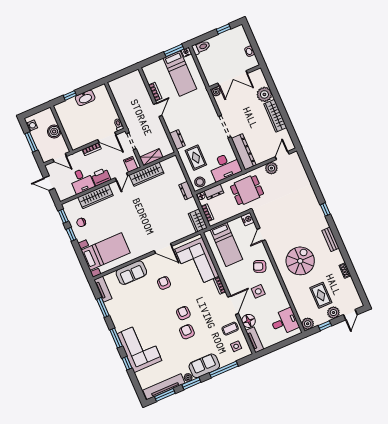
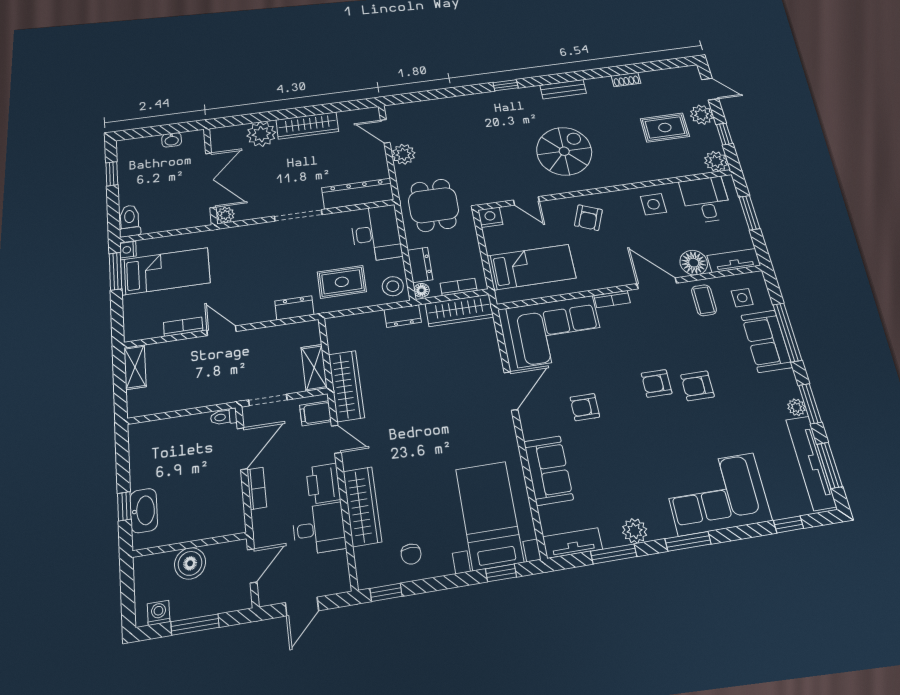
shelving: (131, 77) -> (135, 367), added
washbasin: (85, 98) -> (144, 511), moved
wardrobe: (198, 221) -> (459, 310), width x1.50
window: (71, 234) -> (501, 573), moved
spiral stairs: (300, 261) -> (564, 151), moved, turned 90
side table: (258, 291) -> (653, 204), moved
plant: (115, 315) -> (635, 531), added
window: (283, 344) -> (749, 213), added
window: (127, 363) -> (788, 524), moved
sofa: (204, 366) -> (767, 341), moved

